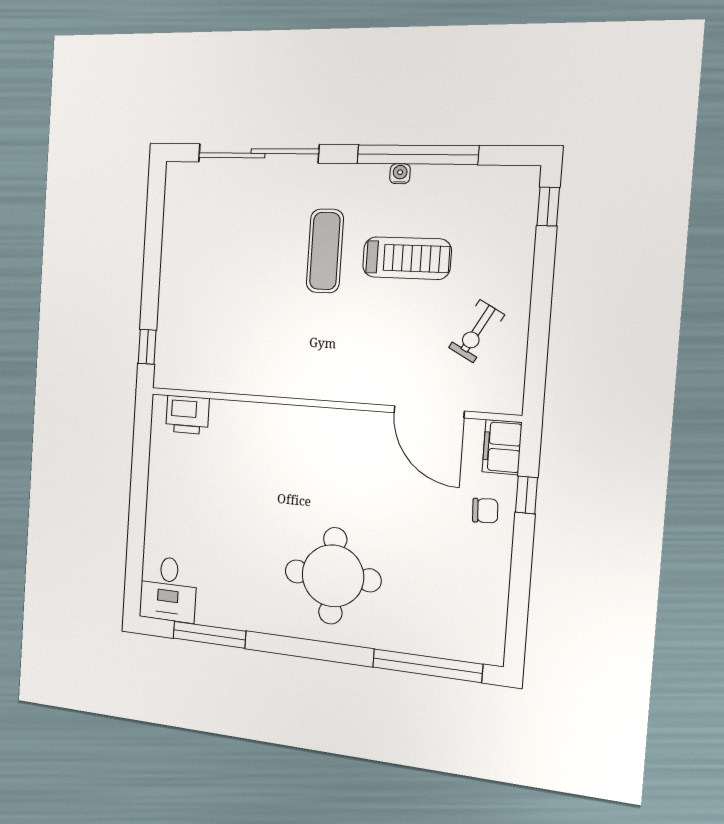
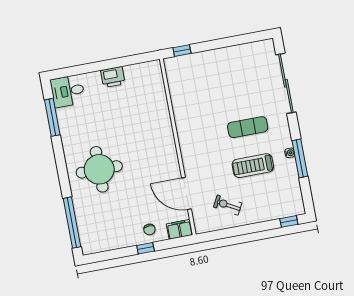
window: (417, 155) -> (300, 158), width x0.68
treadmill: (407, 258) -> (253, 166), turned 90
door: (429, 412) -> (187, 193), hinge flipped
printer: (187, 415) -> (113, 77), moved, turned -90
window: (527, 495) -> (145, 248), moved

